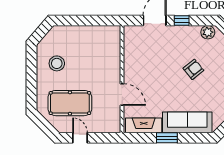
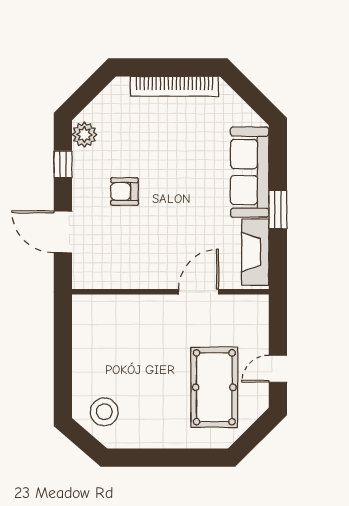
window: (182, 20) -> (63, 164), moved
stool: (57, 63) -> (104, 412), moved
armchair: (193, 69) -> (124, 191), moved, turned -51

